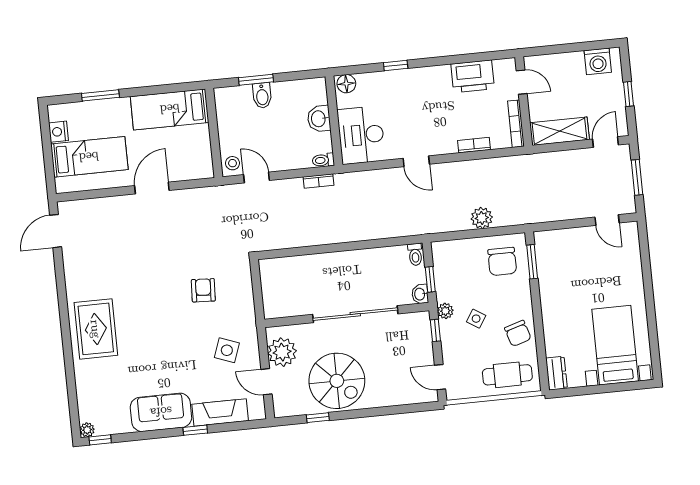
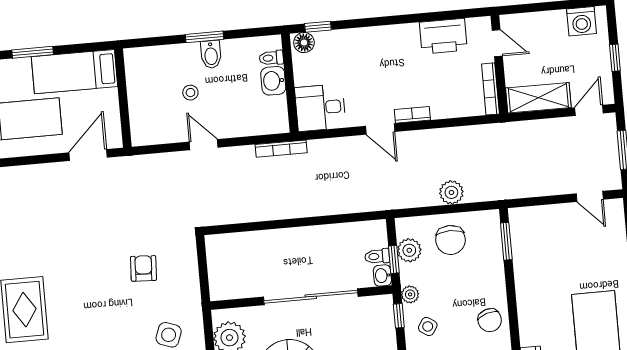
window: (396, 65) -> (318, 27), moved
bed: (170, 109) -> (75, 72), moved
wall: (214, 133) -> (123, 98), moved
desk: (361, 135) -> (320, 108), width x0.73
bookcase: (474, 145) -> (412, 115), moved
toilet: (323, 160) -> (271, 58), moved
stool: (232, 163) -> (190, 93), moved
bookcase: (319, 181) -> (281, 149), width x1.56
toilet: (415, 254) -> (377, 256), moved, turned 90
chair: (502, 261) -> (451, 240), moved
plant: (444, 271) -> (409, 250), added
side table: (476, 319) -> (428, 326), moved

